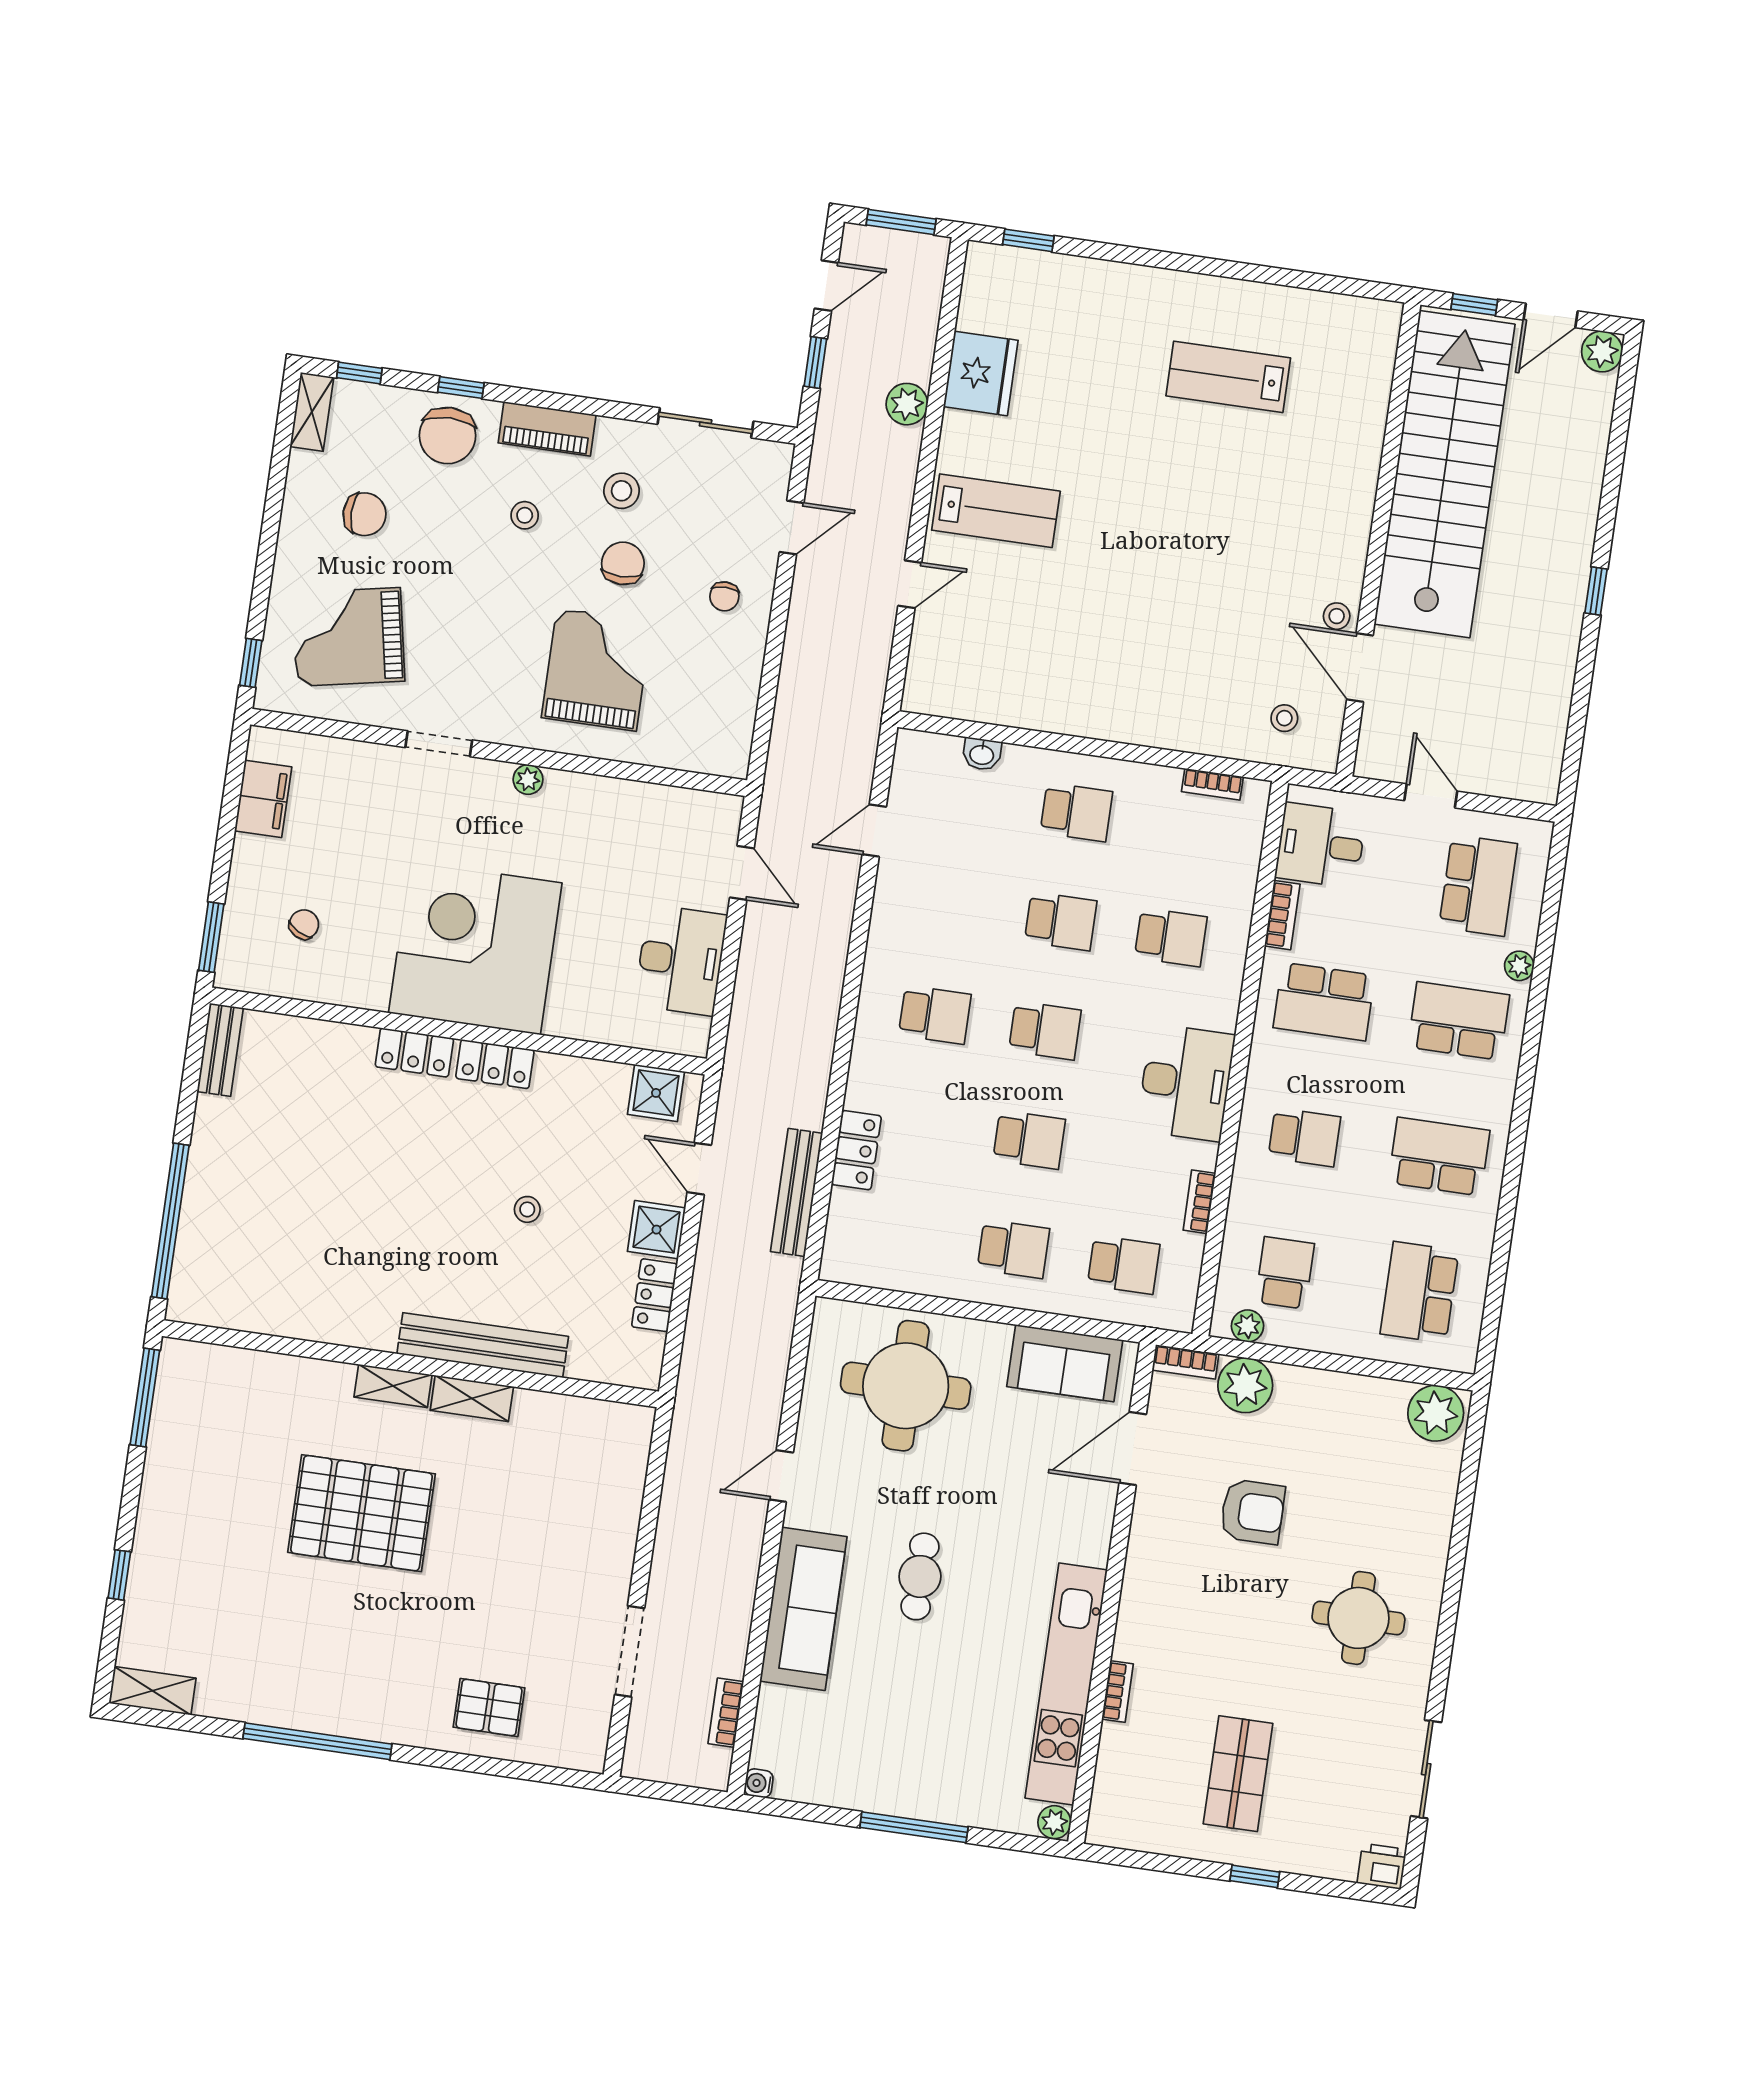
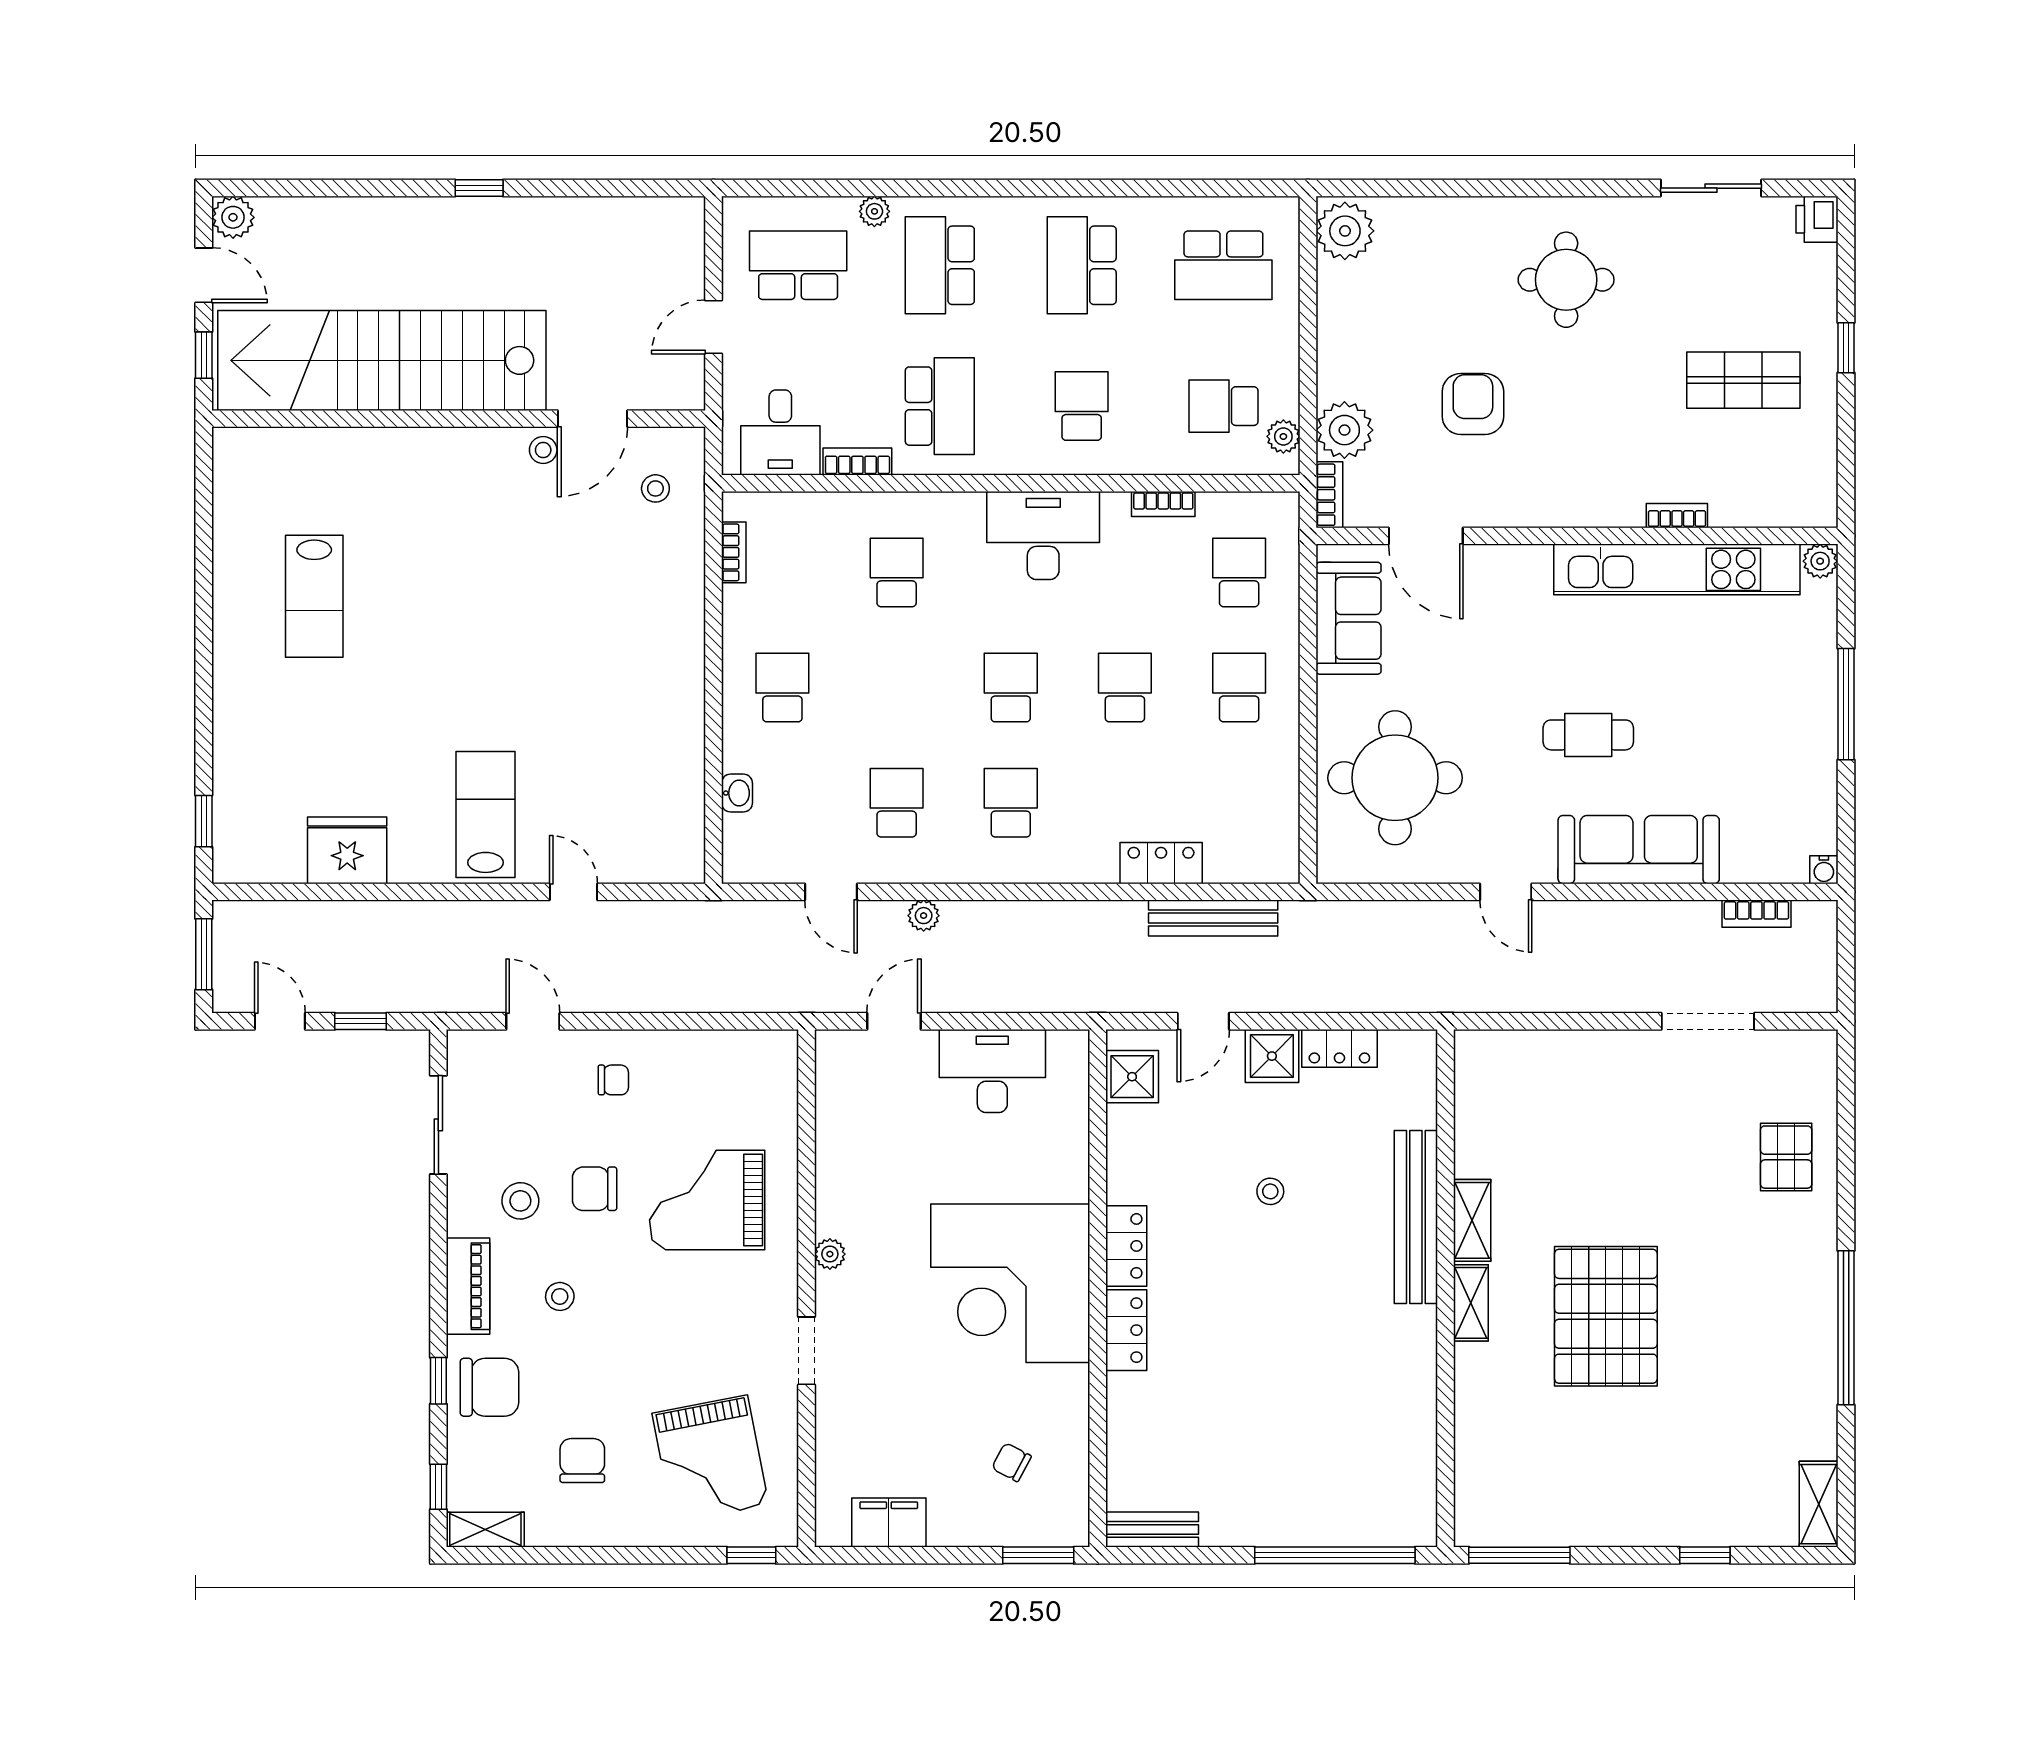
plant: (907, 404) -> (924, 916), moved, width x0.73, depth x0.73
school desk: (1061, 921) -> (897, 803), moved

